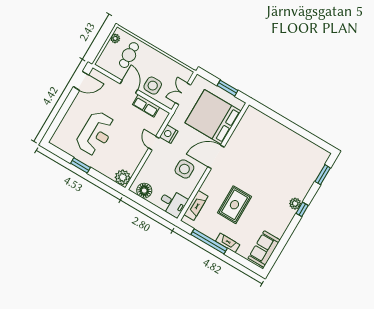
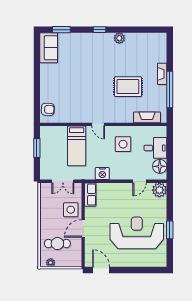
row of seats: (146, 106) -> (90, 195), moved
bed: (213, 117) -> (77, 146), width x0.49
armchair: (257, 119) -> (48, 109), added
reception desk: (96, 134) -> (137, 233), width x1.36, depth x1.30
door: (154, 143) -> (139, 181), moved
door: (216, 157) -> (98, 124), width x0.53
desk: (173, 203) -> (155, 148), moved, turned 90
plant: (295, 204) -> (119, 38), moved
sofa: (264, 249) -> (49, 48), moved, turned -90

